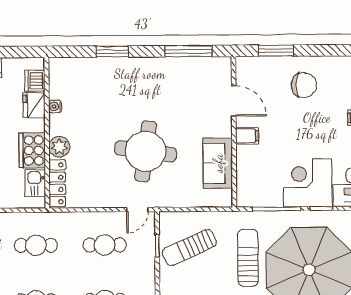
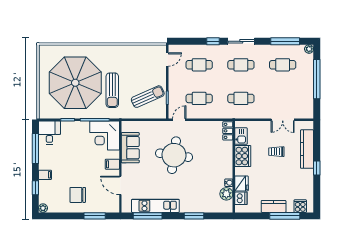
kitchen unit: (176, 68) -> (155, 206), added
plant: (59, 147) -> (226, 194), moved
locker: (57, 183) -> (228, 131), width x0.66
corner desk: (308, 183) -> (105, 136), moved, turned 90

